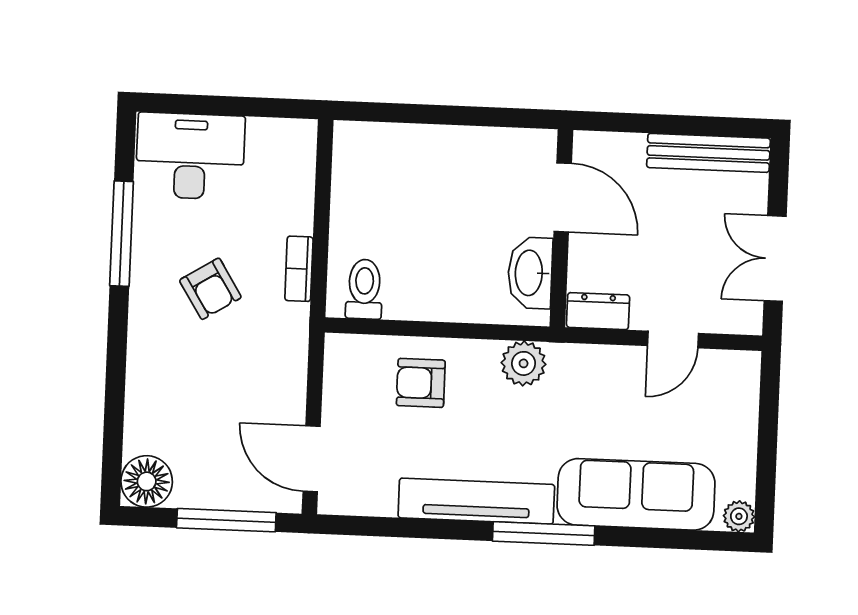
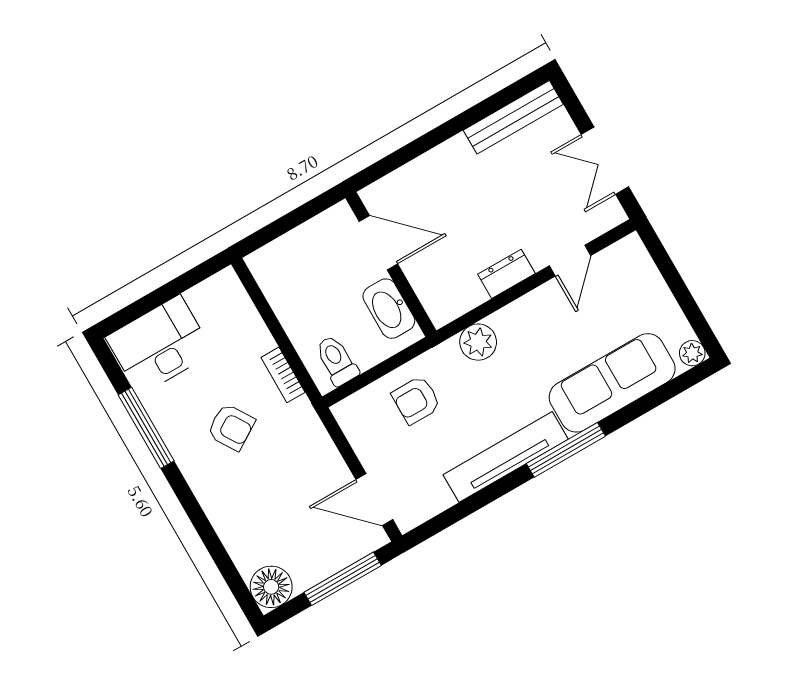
door: (563, 197) -> (378, 243), moved
wall: (561, 228) -> (391, 264), moved
washbasin: (530, 273) -> (389, 309), moved

